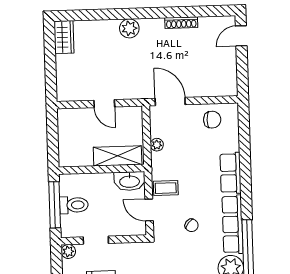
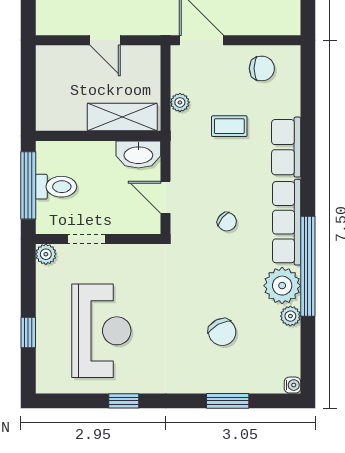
coffee table: (166, 188) -> (229, 126), moved

